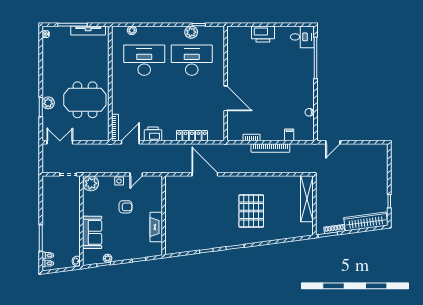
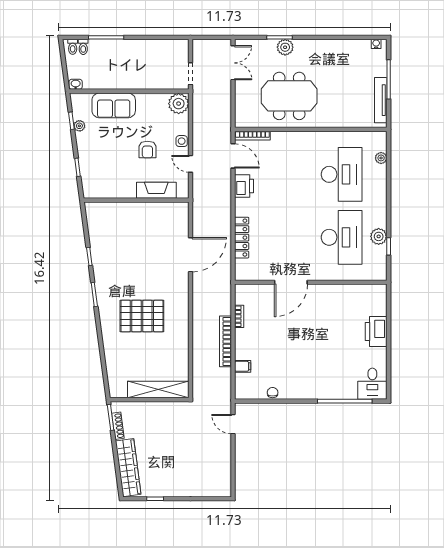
meeting table: (85, 100) -> (289, 96), turned 90
fireplace: (156, 227) -> (156, 190), moved

